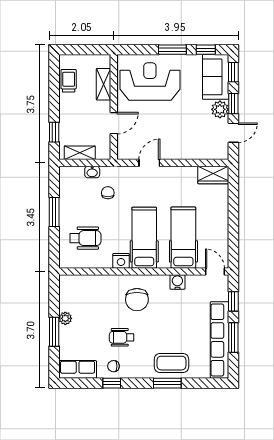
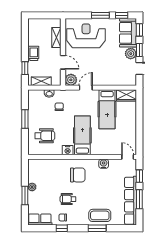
trolley: (69, 81) -> (34, 53), moved
door: (114, 123) -> (63, 62), hinge flipped
plant: (126, 151) -> (71, 80), added
hospital bed: (183, 238) -> (107, 109), moved, turned 180
chair: (137, 300) -> (78, 175), turned -90

